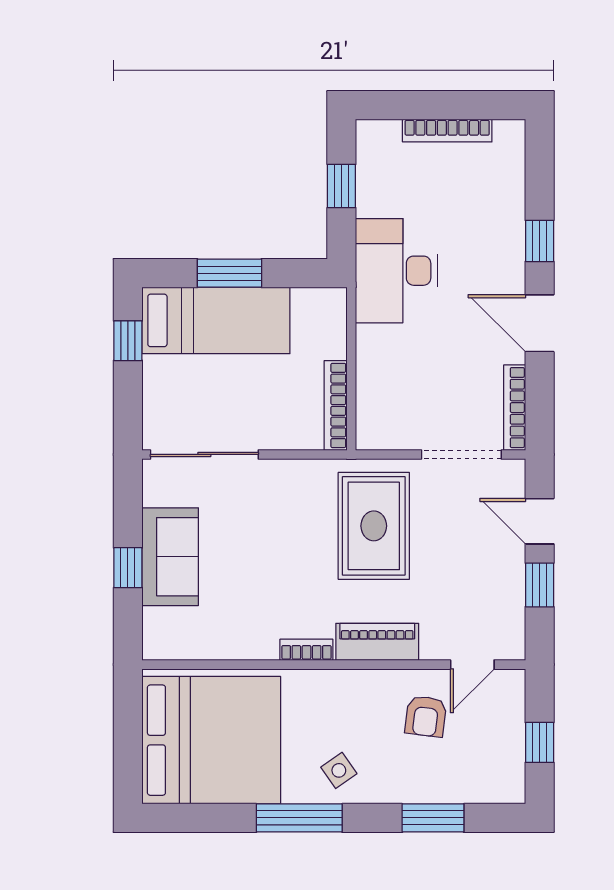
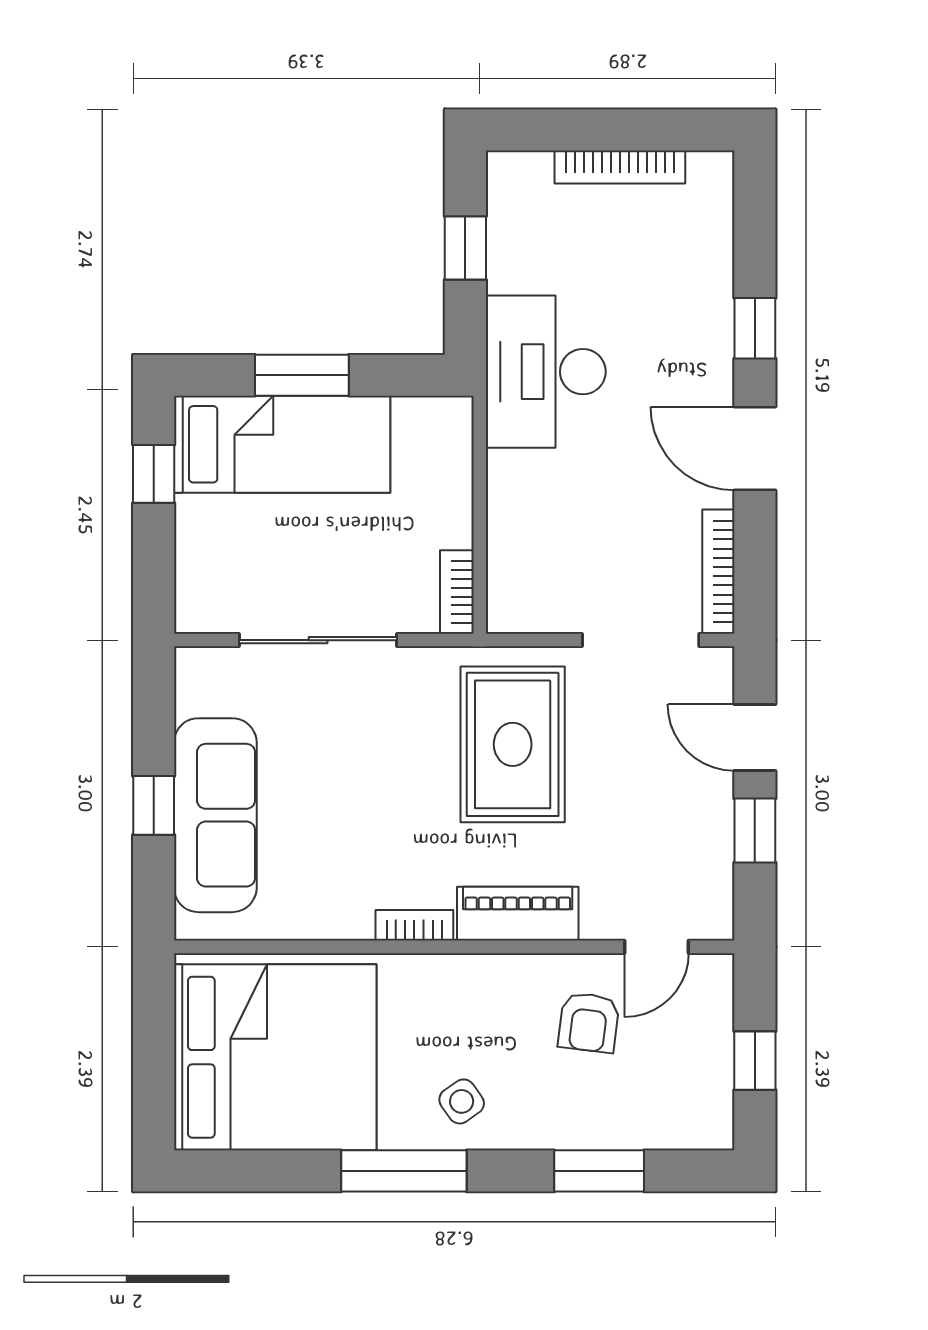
bookcase: (336, 405) -> (457, 592), width x0.64
sliding door: (204, 454) -> (318, 640), moved
sofa: (170, 557) -> (215, 815), width x1.36

